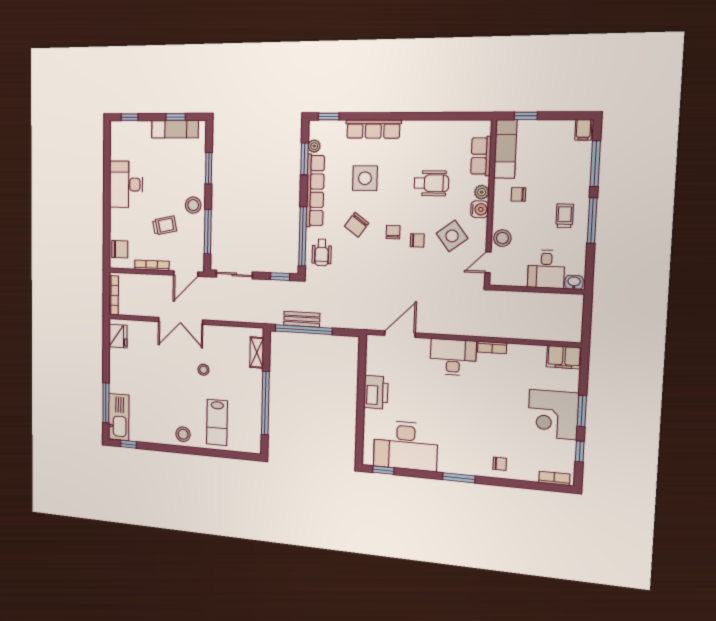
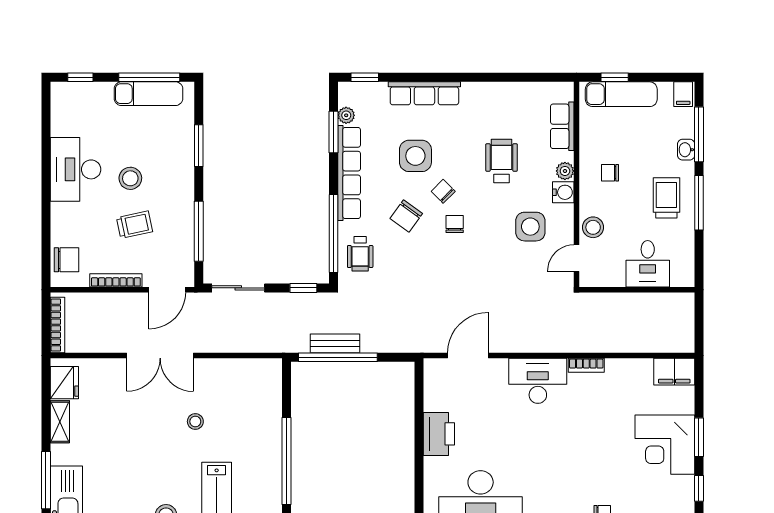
window: (176, 117) -> (149, 77), width x2.17
exam couch: (505, 149) -> (621, 94), moved, turned 90
wheelchair: (431, 183) -> (502, 161), turned -90
stool: (193, 205) -> (130, 178), moved
trolley: (565, 216) -> (666, 198), width x1.36, depth x1.39
side table: (452, 236) -> (530, 227), turned 37
chair: (417, 240) -> (443, 191), moved, turned -135
washbasin: (574, 282) -> (686, 150), moved, turned -90
shelving: (257, 353) -> (60, 422), moved

